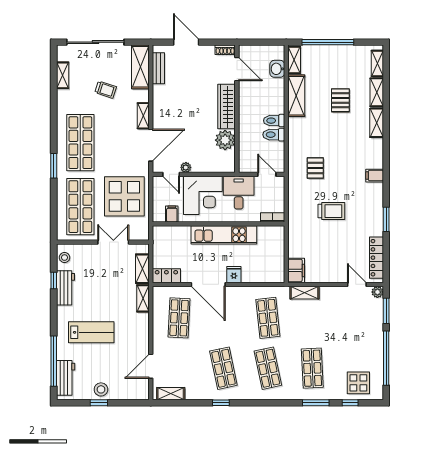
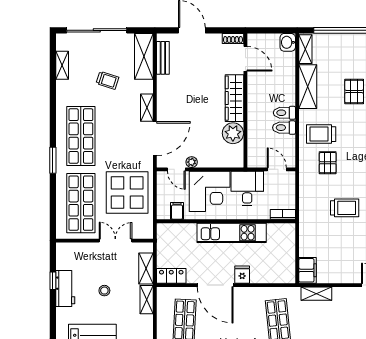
washbasin: (277, 69) -> (288, 42), moved
trolley: (309, 141) -> (321, 134), added
stool: (65, 258) -> (104, 291), moved

